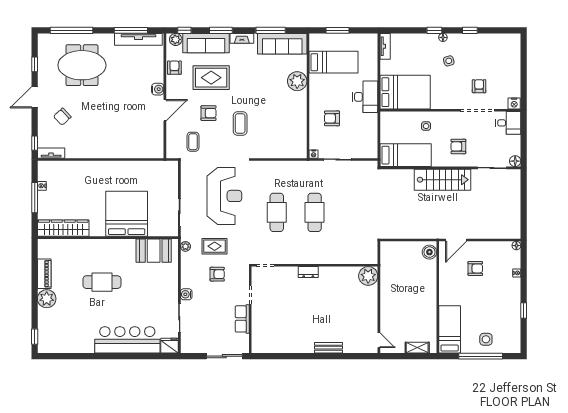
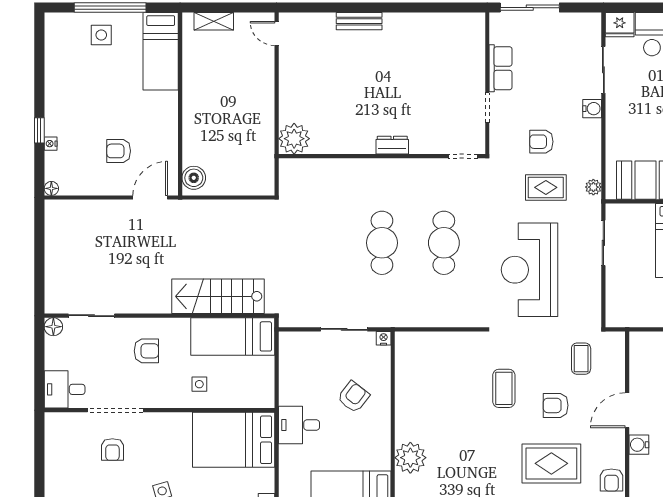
desk: (365, 97) -> (299, 425), width x0.73
nightstand: (514, 103) -> (55, 421), removed
armchair: (332, 118) -> (353, 397), turned -52
stairs: (442, 180) -> (218, 296), moved
window: (524, 311) -> (39, 130), moved

